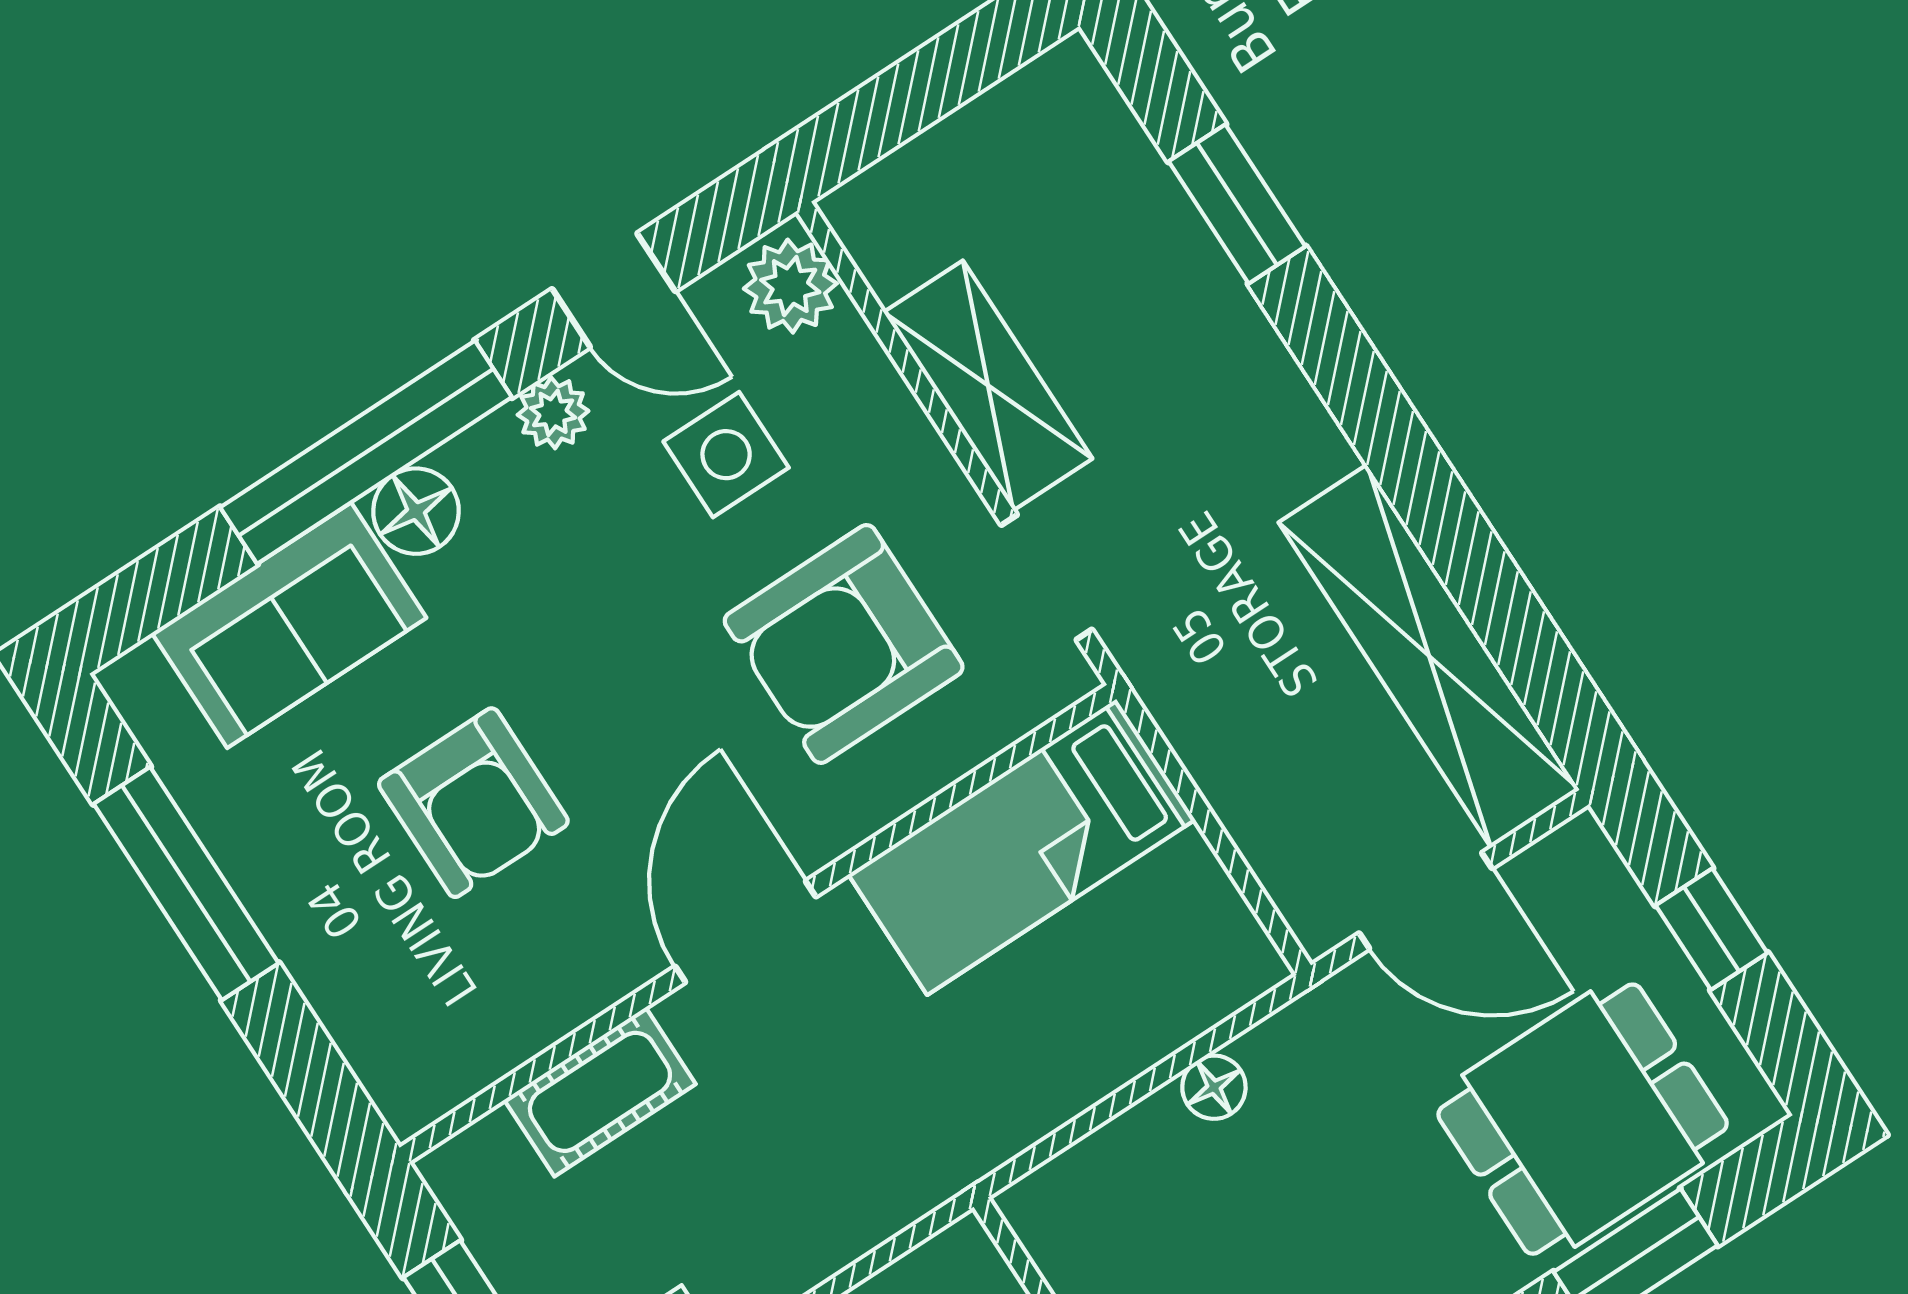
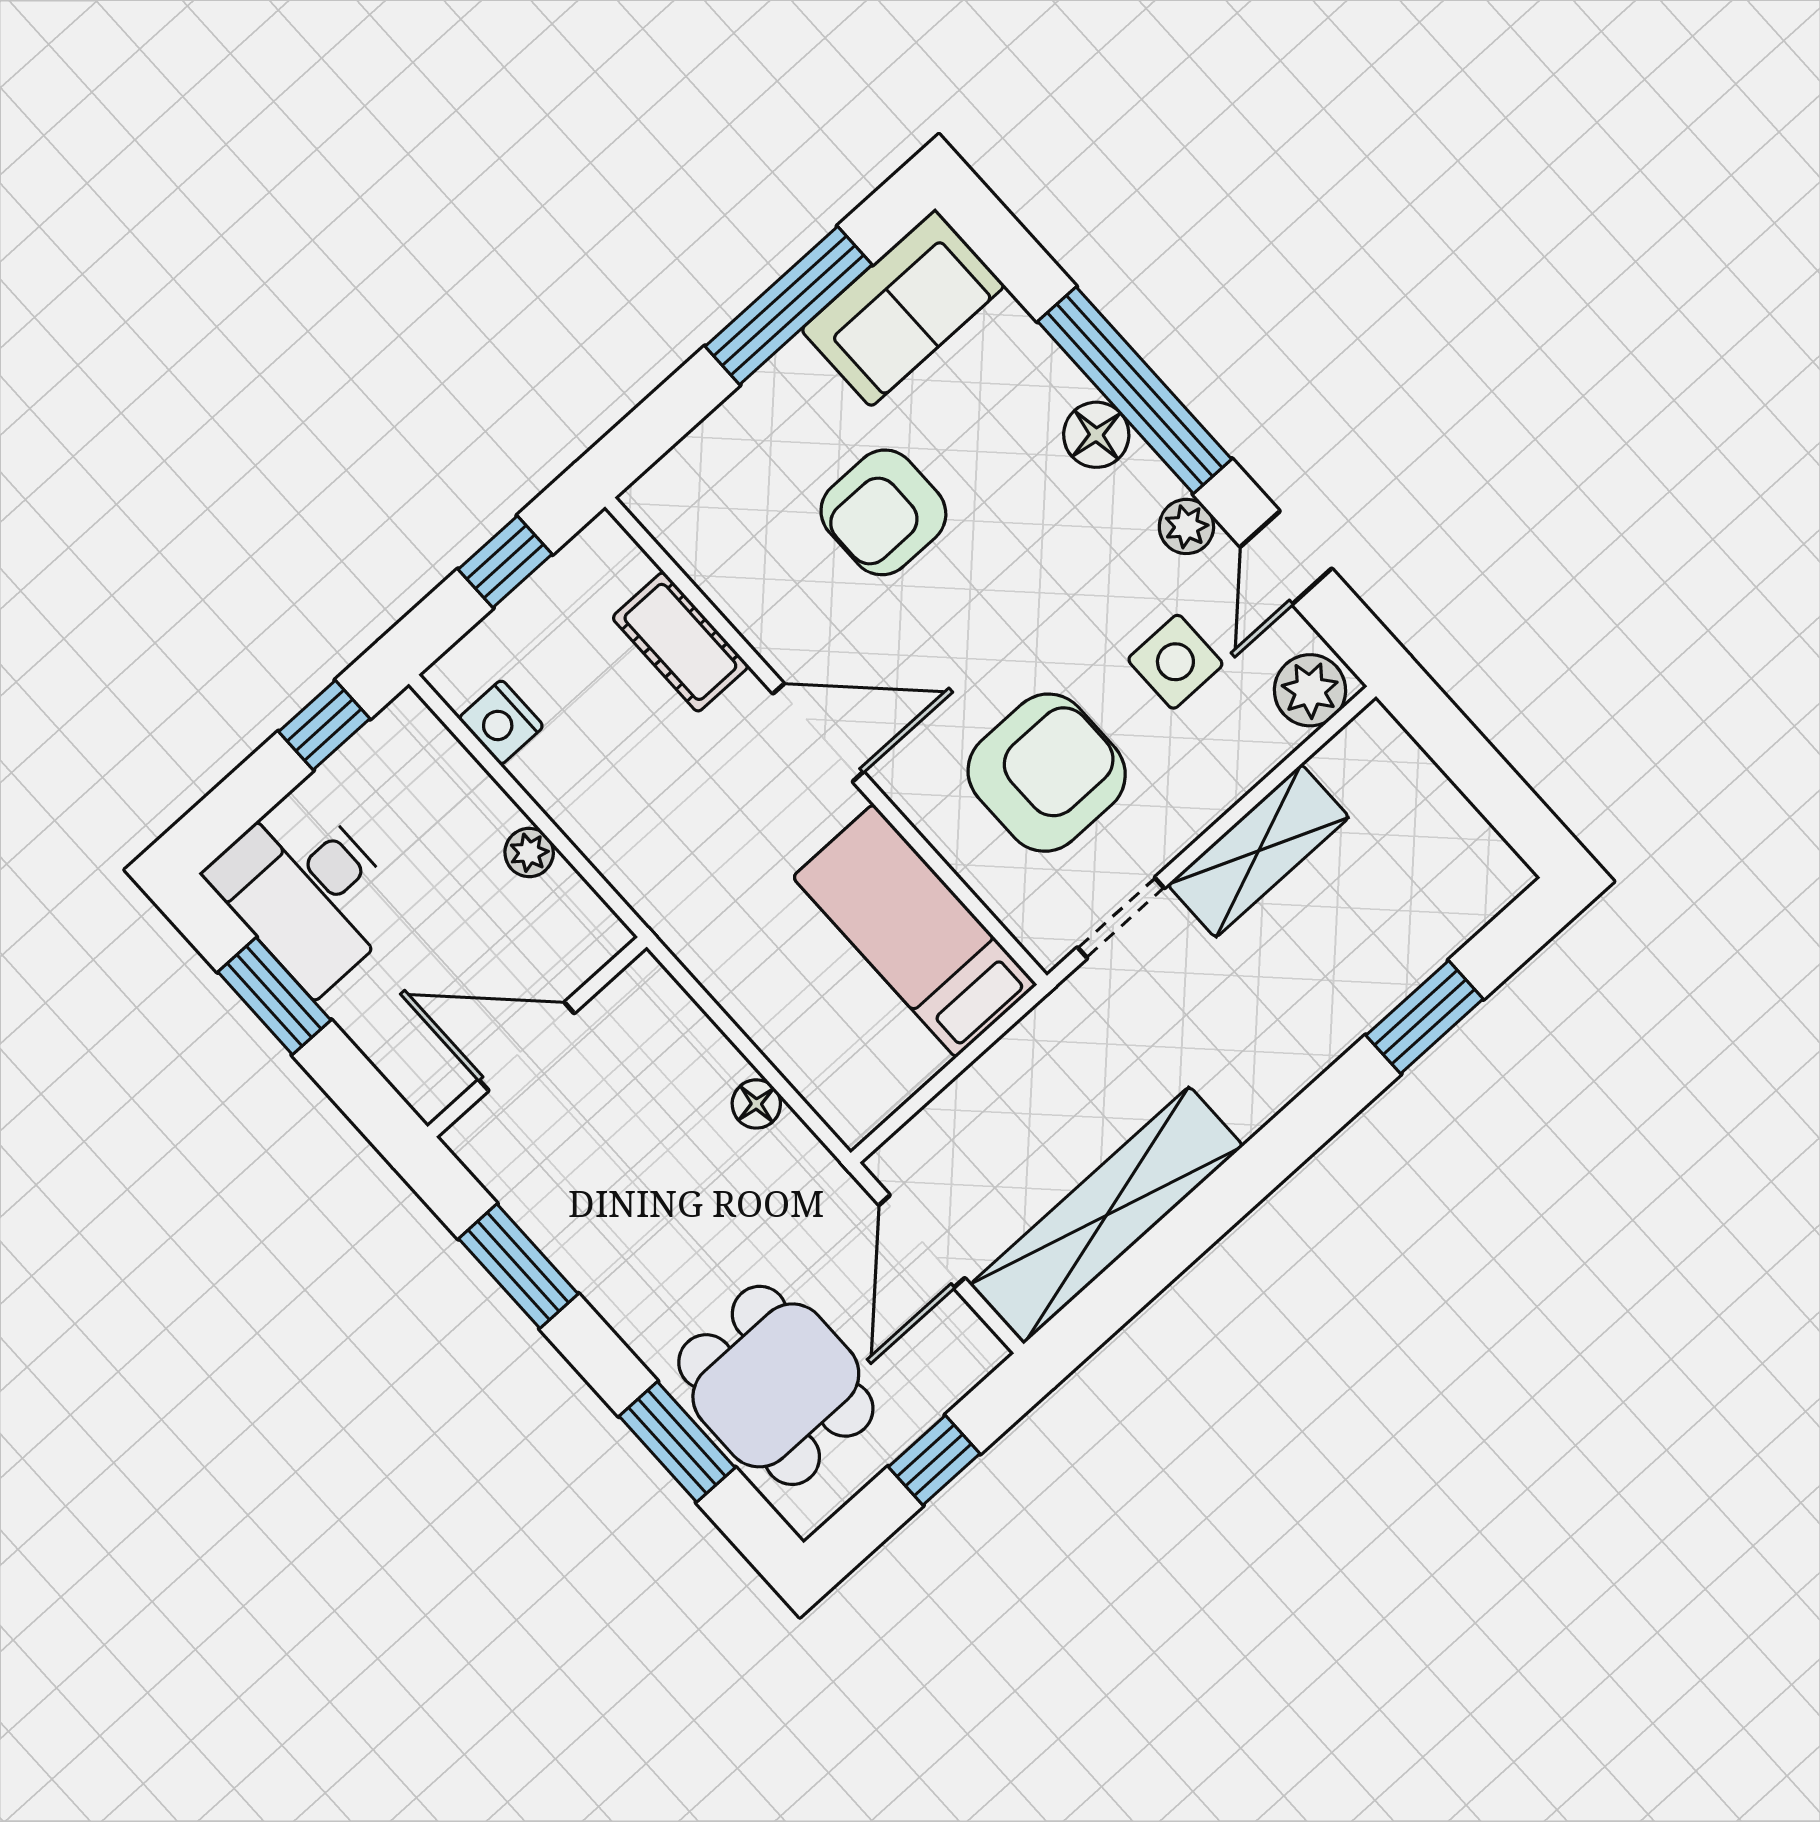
sofa: (289, 625) -> (903, 308), moved, turned -90
armchair: (844, 644) -> (1047, 773), turned 90

